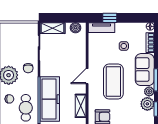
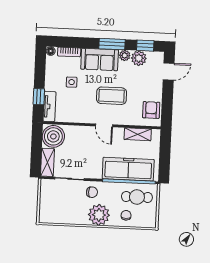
boiler: (75, 28) -> (53, 136), width x1.86, depth x1.86
coffee table: (113, 81) -> (112, 96), width x0.73, depth x0.76

